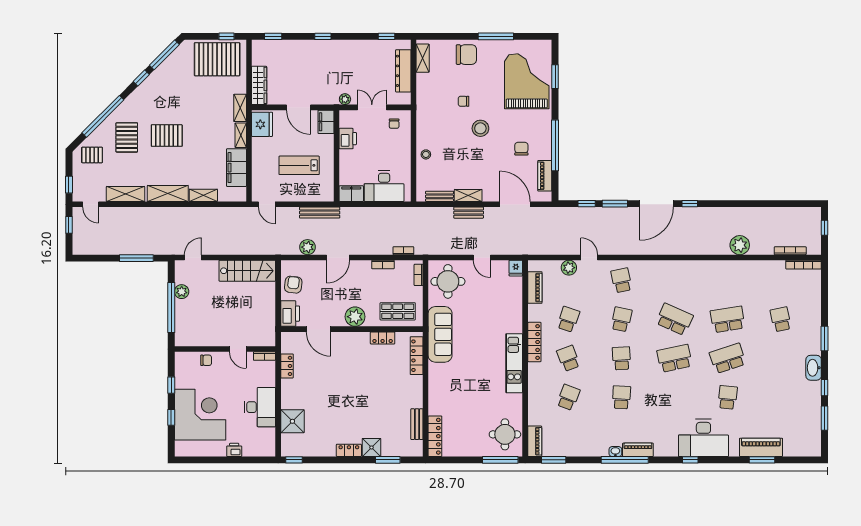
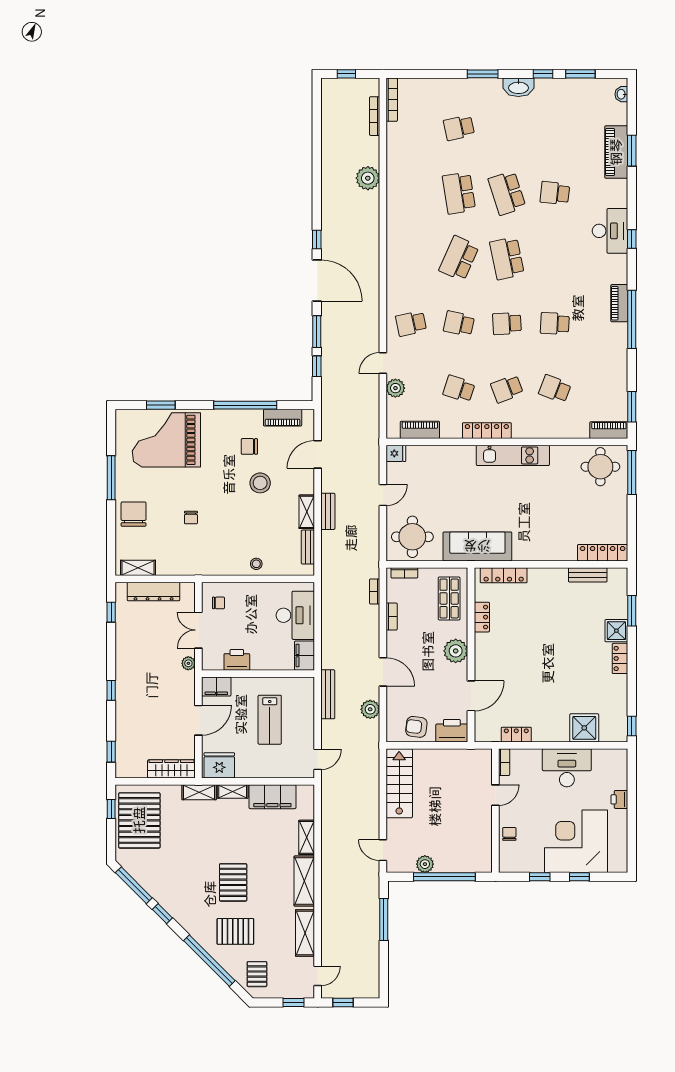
stool: (480, 128) -> (260, 483), moved
door: (515, 204) -> (318, 454), width x0.73
desk: (703, 438) -> (610, 231), width x0.73, depth x0.77
washbasin: (615, 452) -> (621, 94), moved

